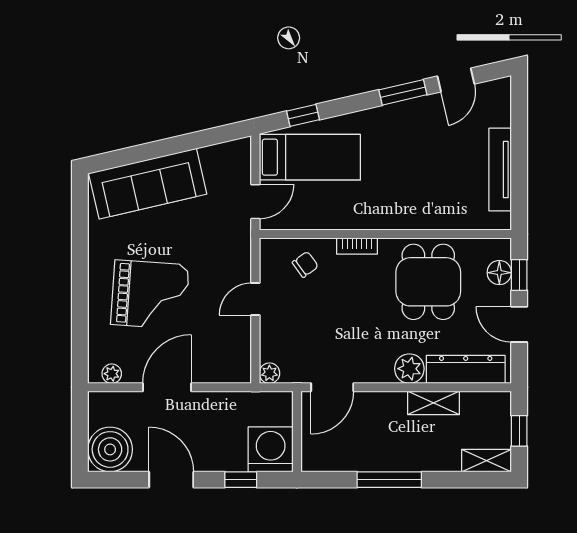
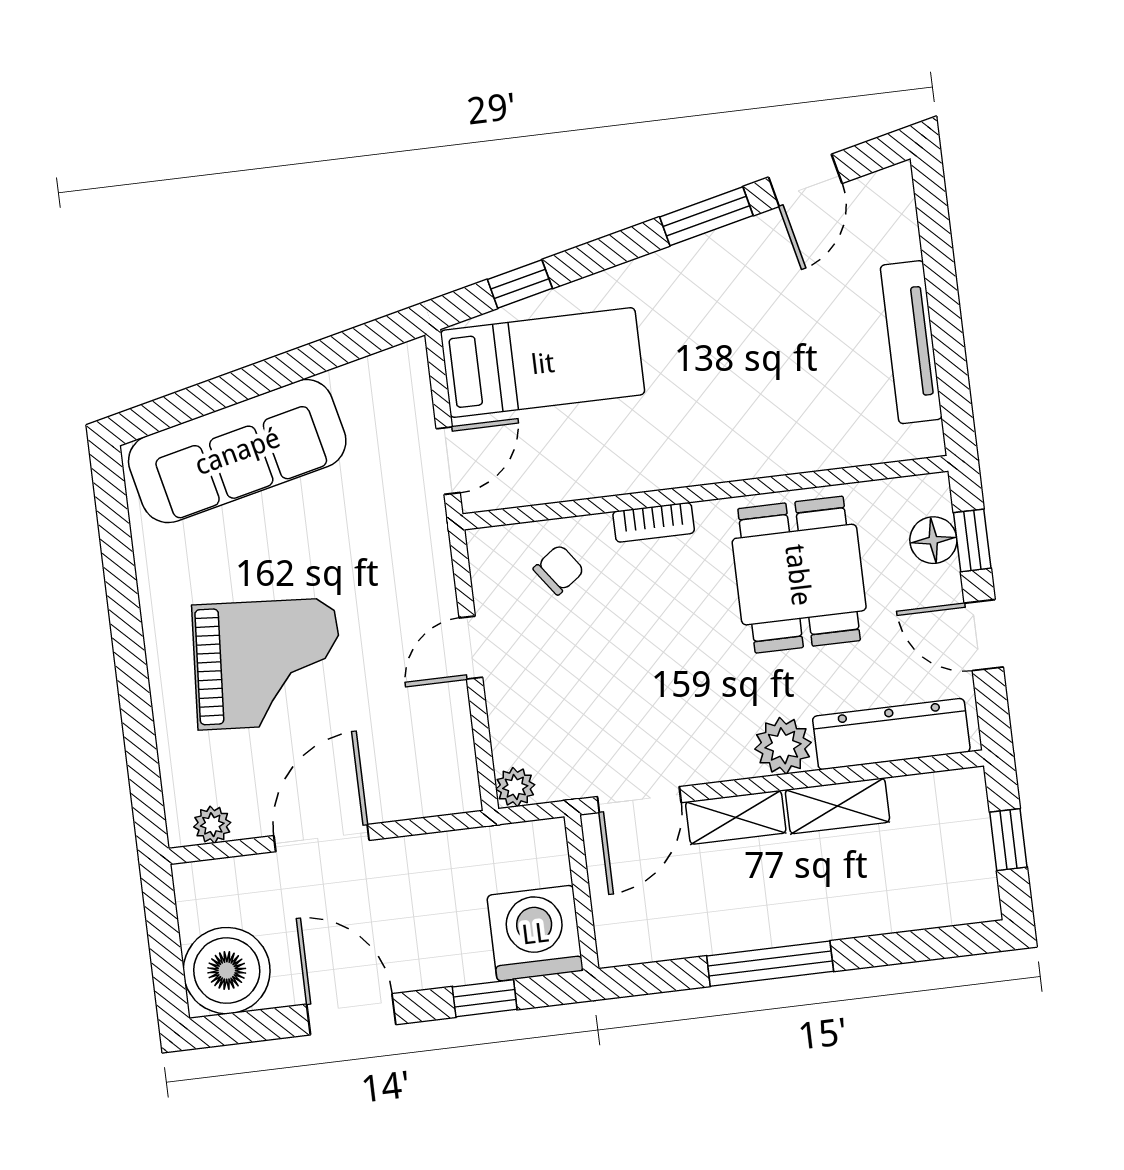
shelving: (486, 461) -> (736, 817), moved

